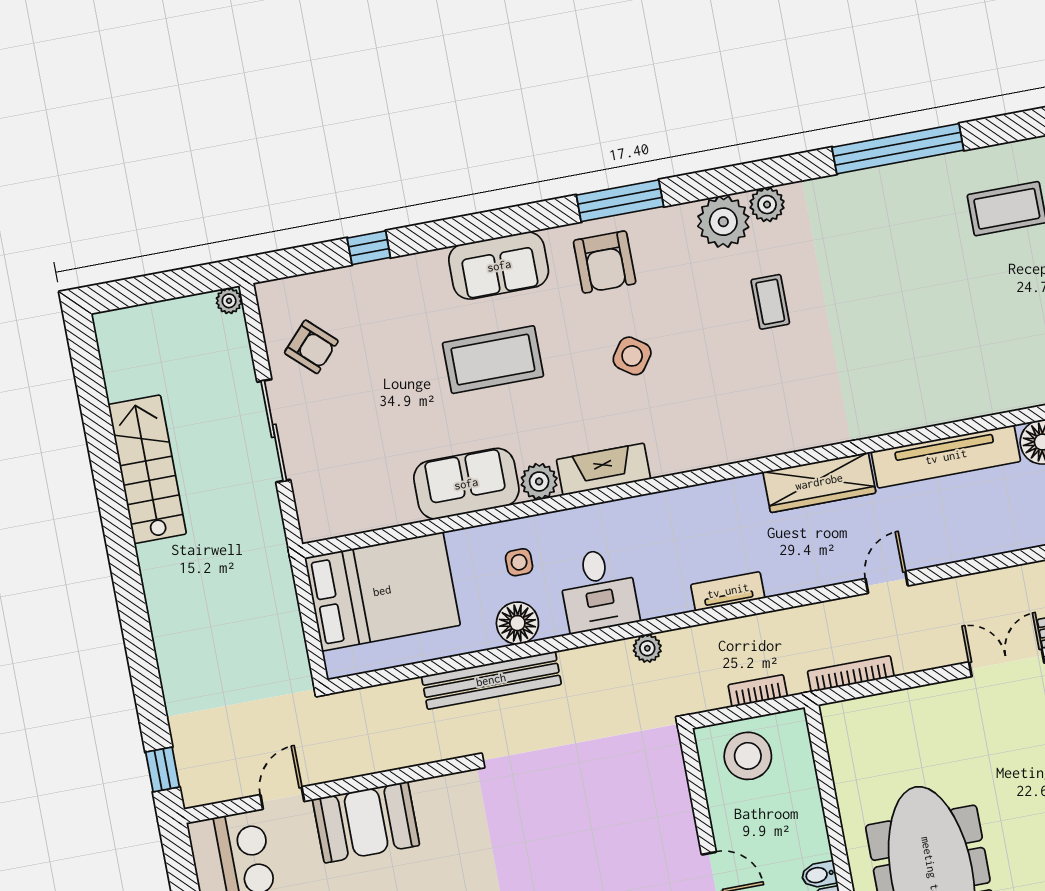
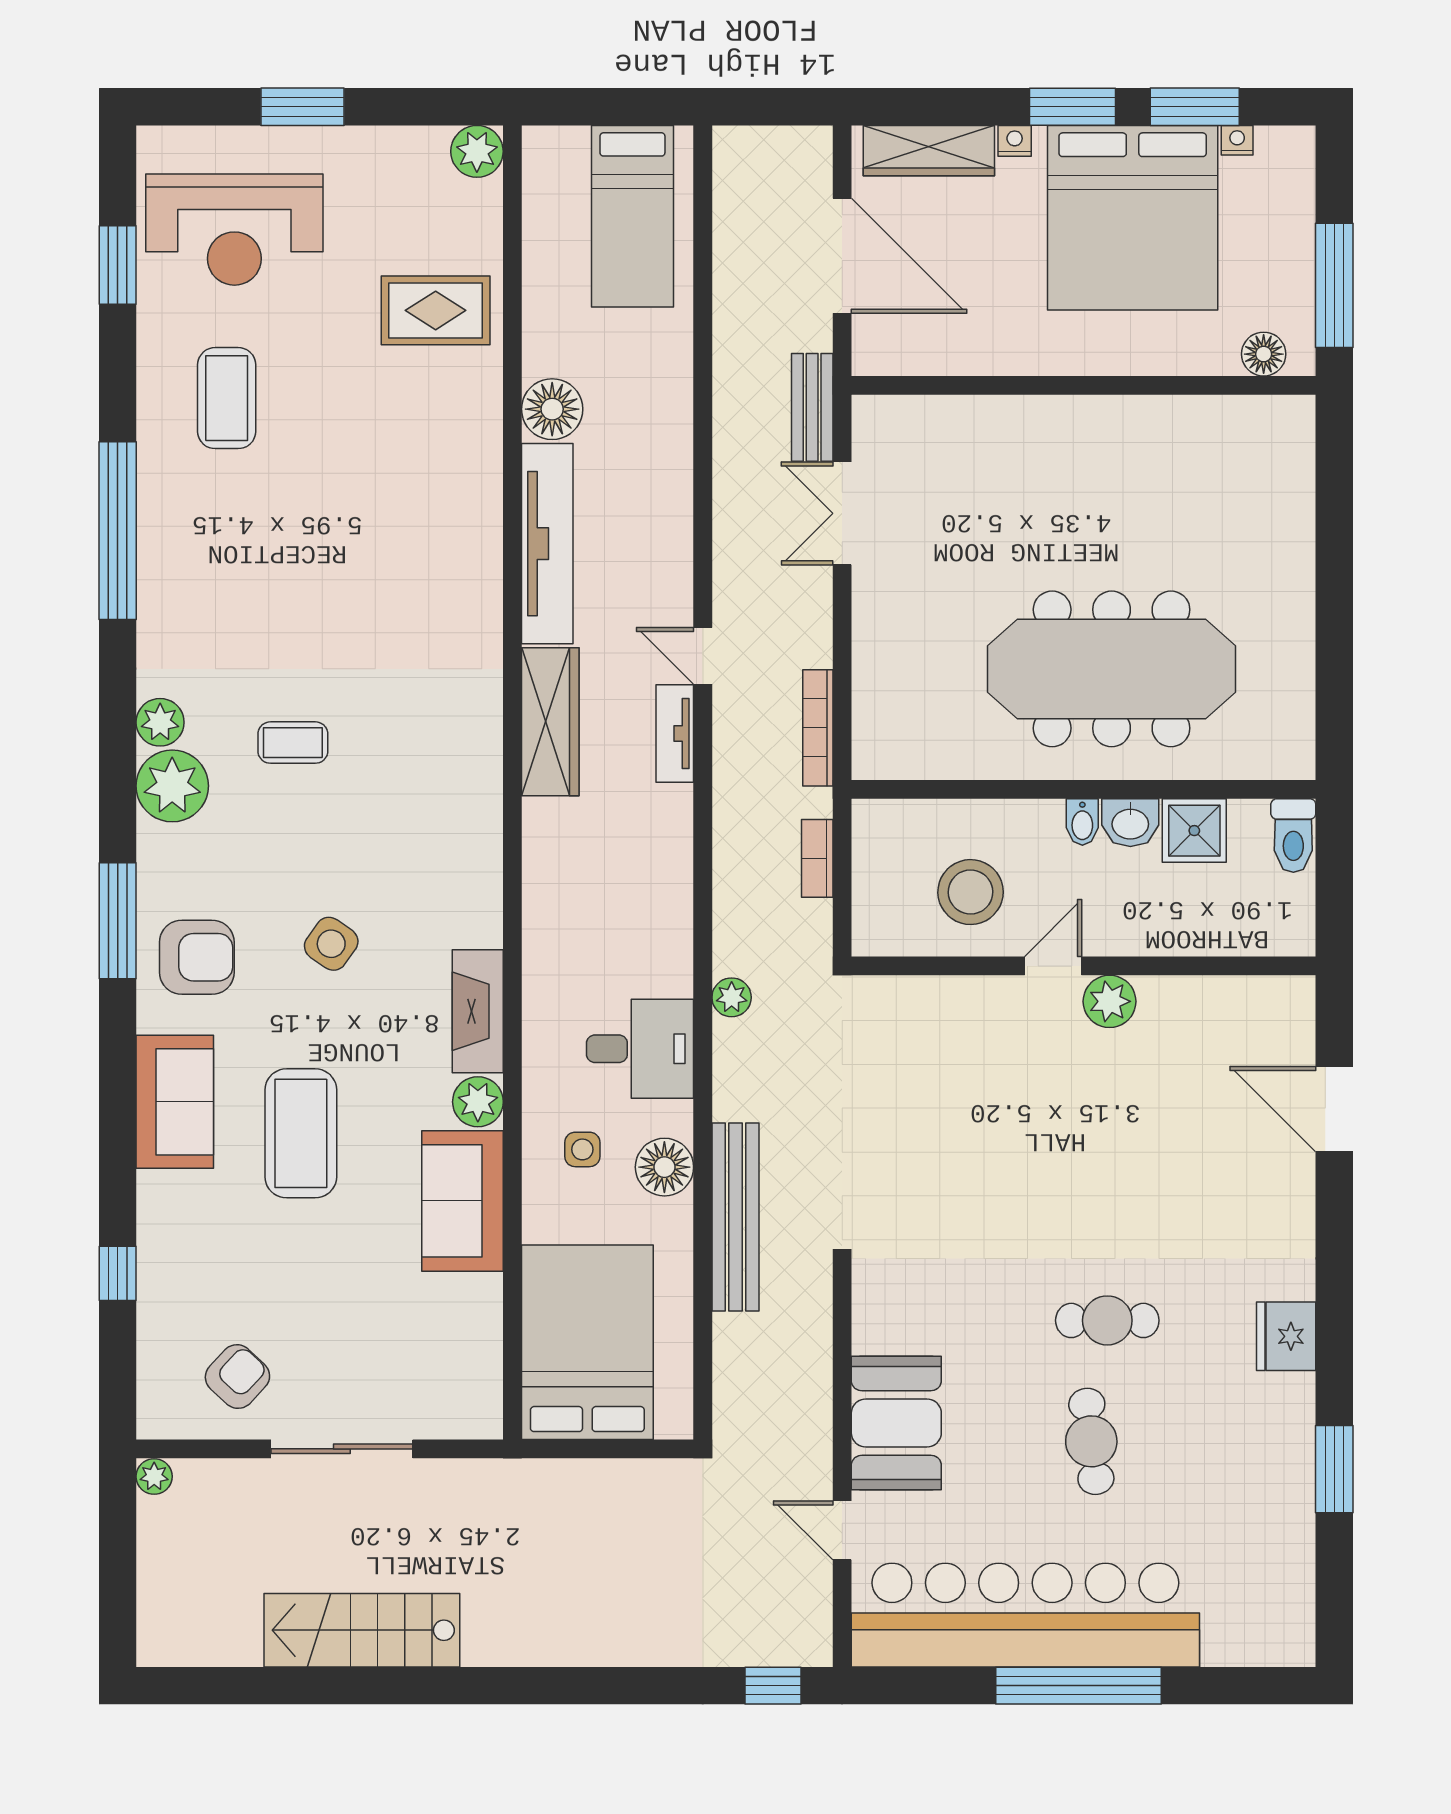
tv unit: (728, 591) -> (675, 734), moved
stool: (748, 756) -> (971, 892), moved

